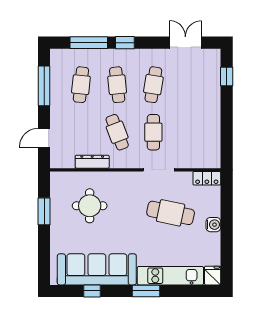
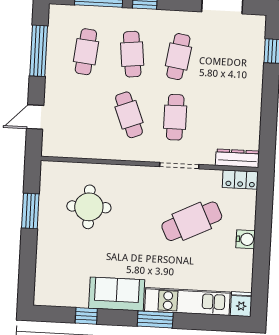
dresser: (92, 162) -> (237, 158), moved
cafe table: (171, 213) -> (192, 221), turned -38
sofa: (97, 269) -> (117, 294), width x0.54, depth x0.79

